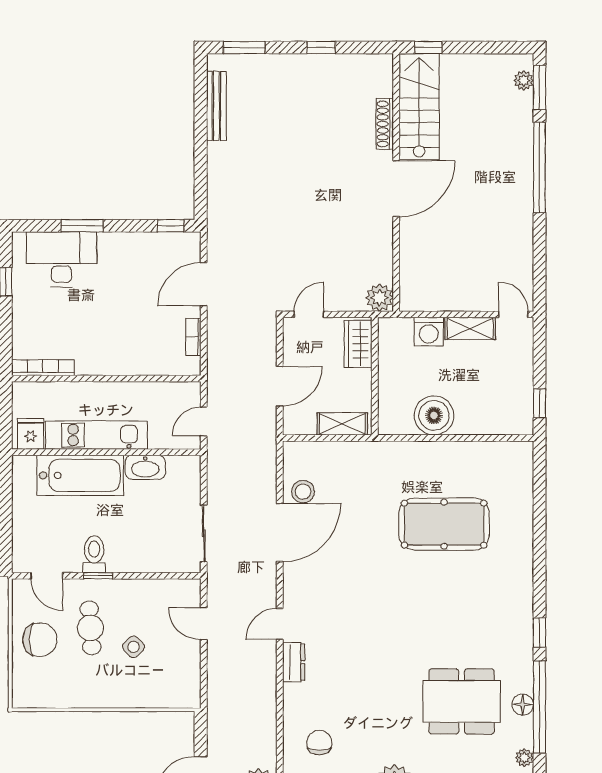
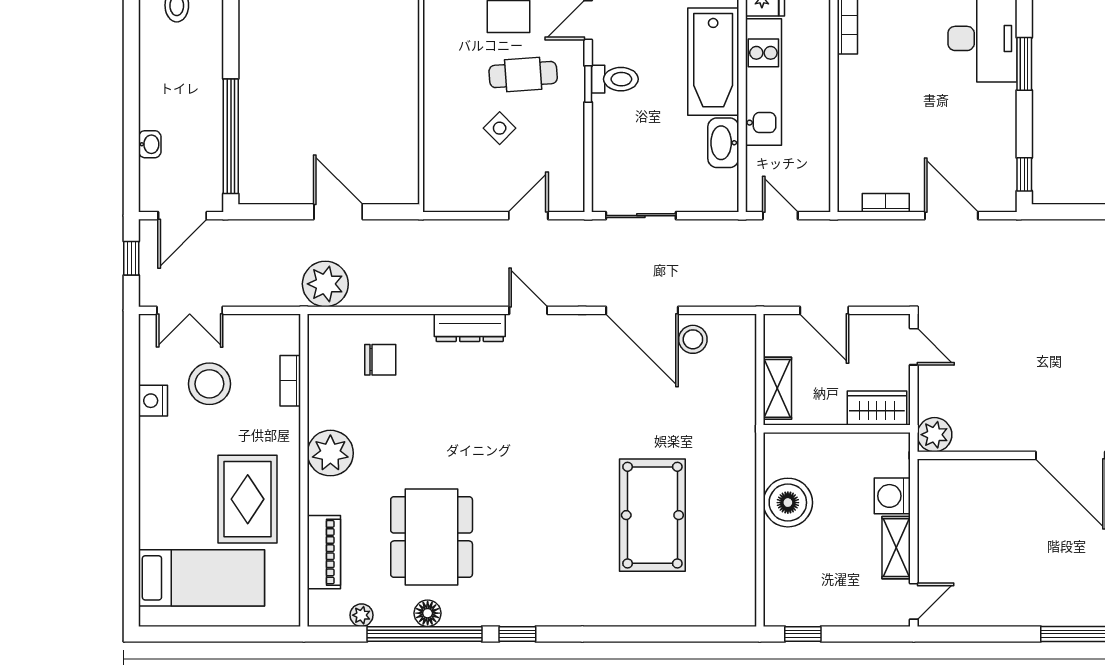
dresser: (294, 662) -> (470, 328), width x1.44

